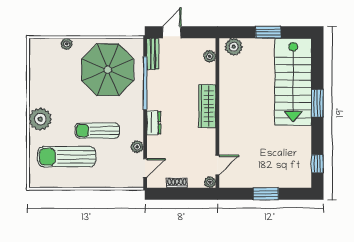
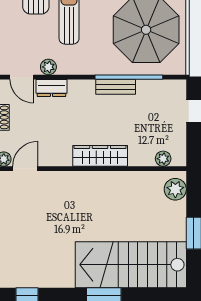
bench: (153, 54) -> (116, 87), moved
dresser: (154, 123) -> (51, 88), moved
door: (217, 165) -> (25, 169), swing flipped

